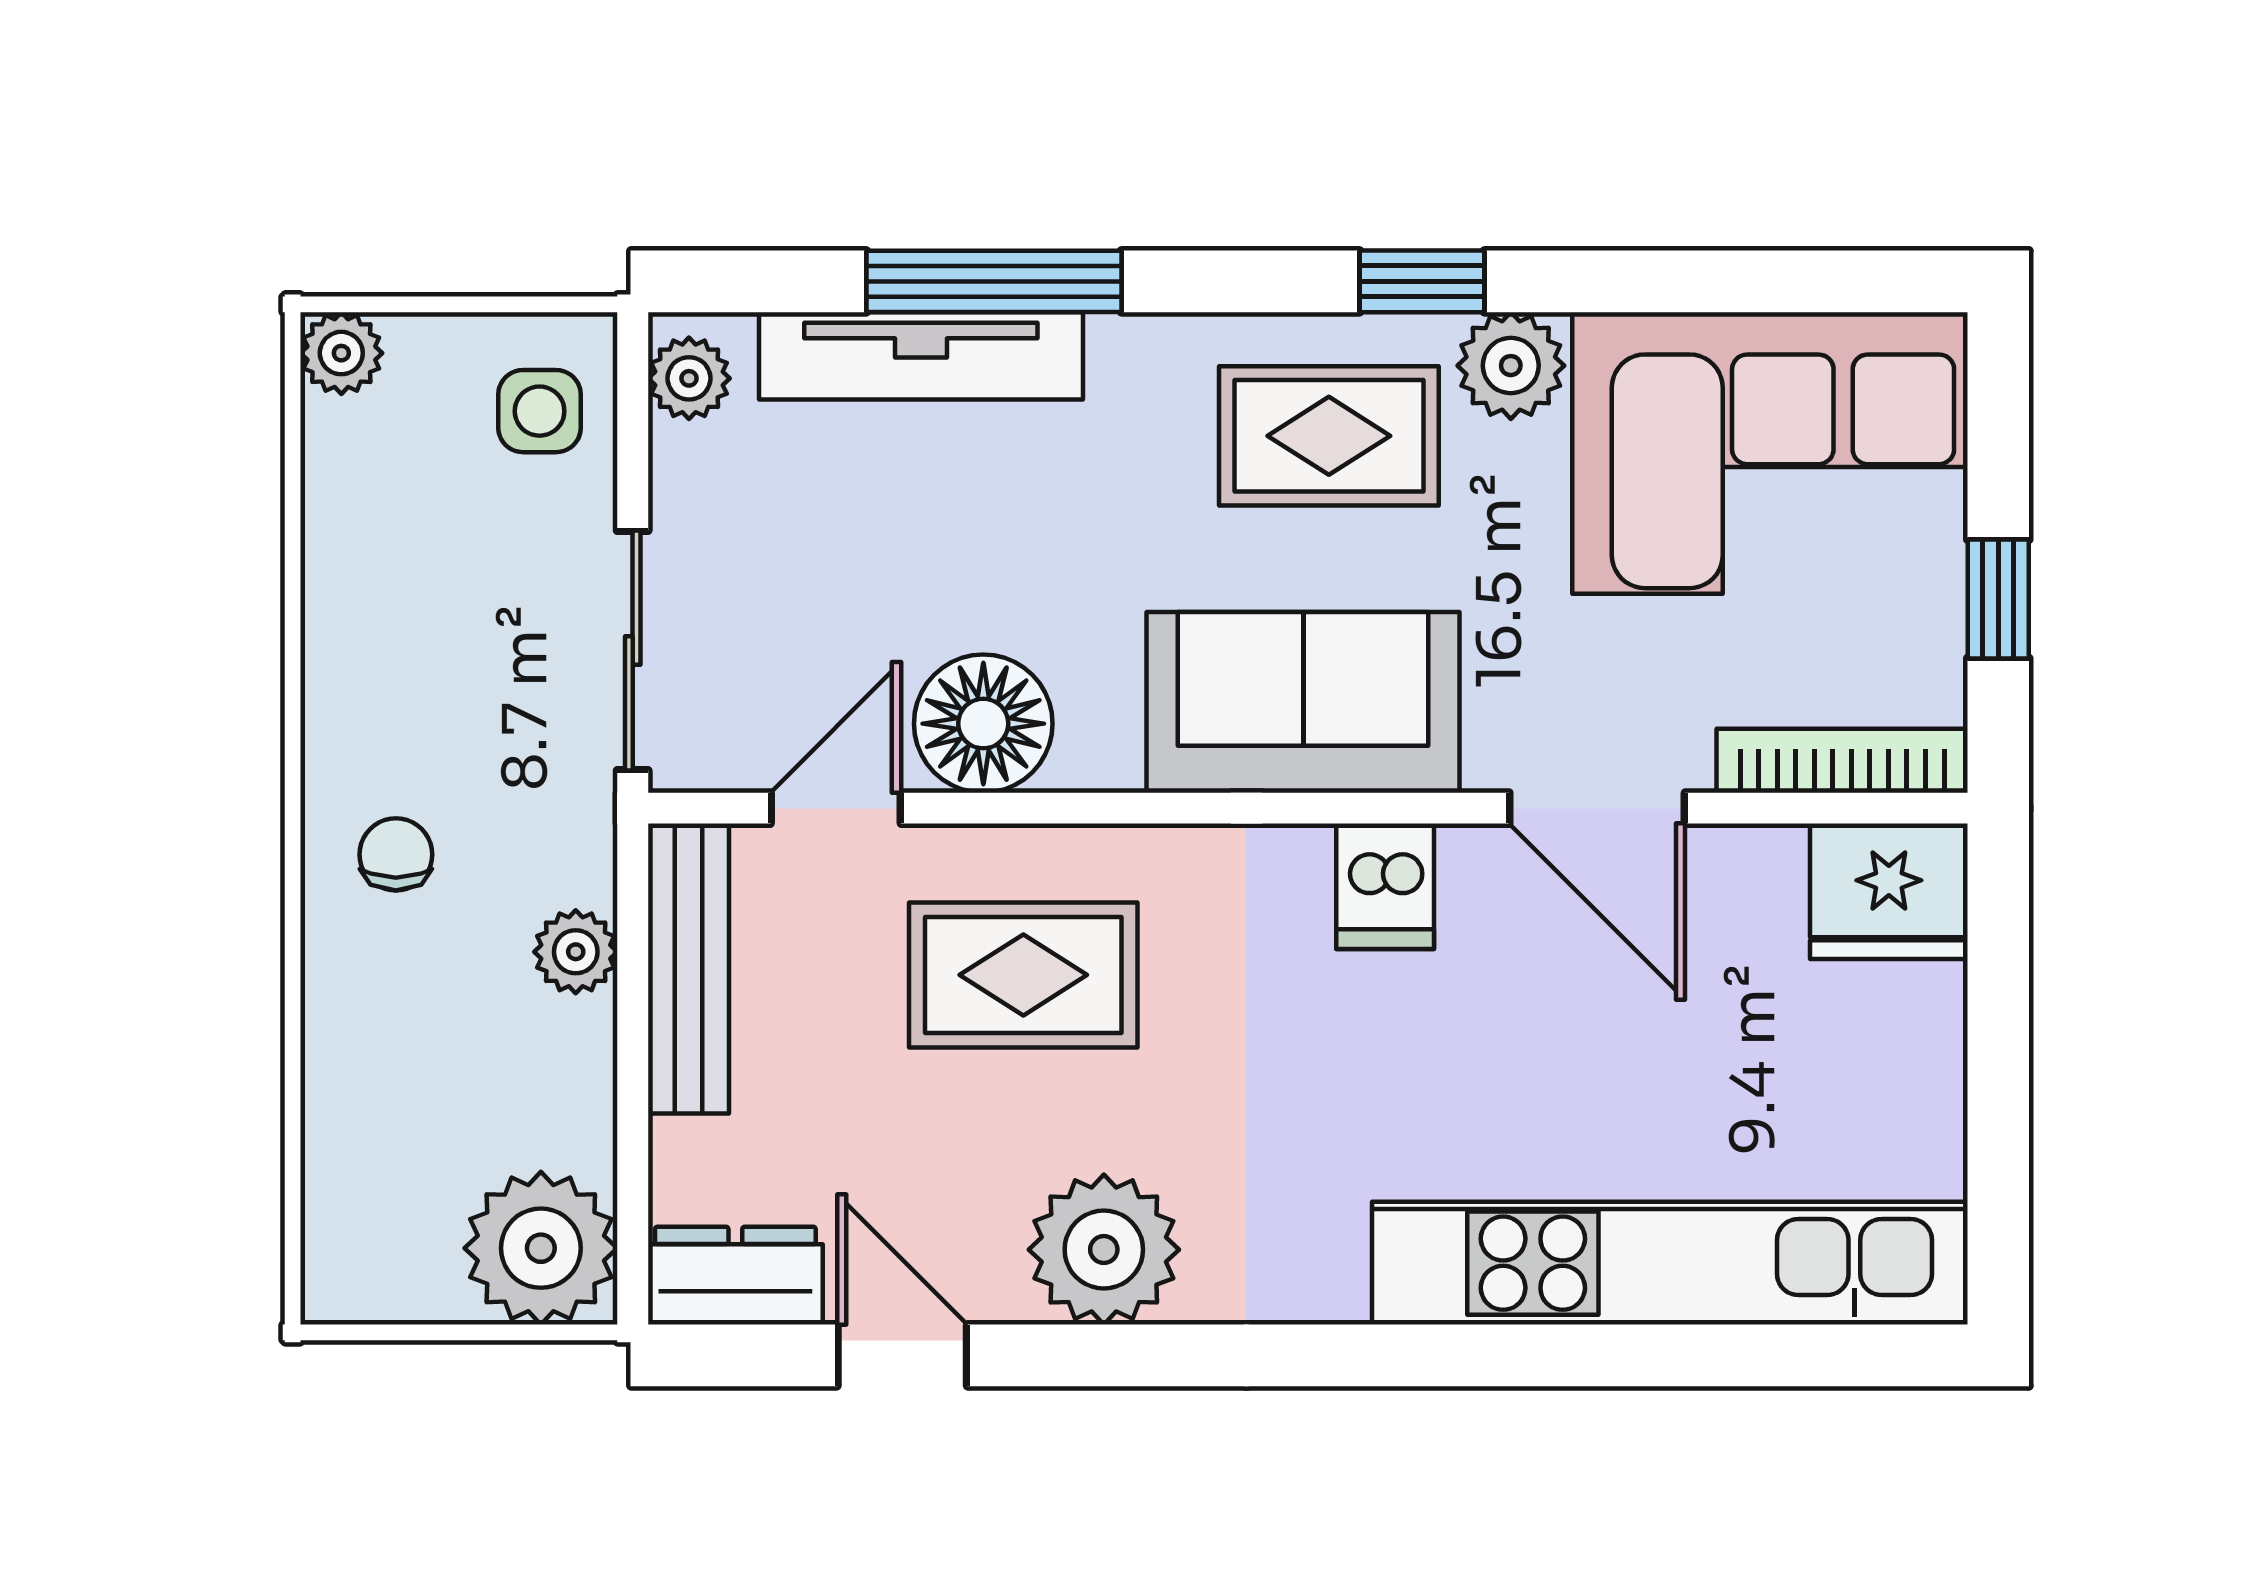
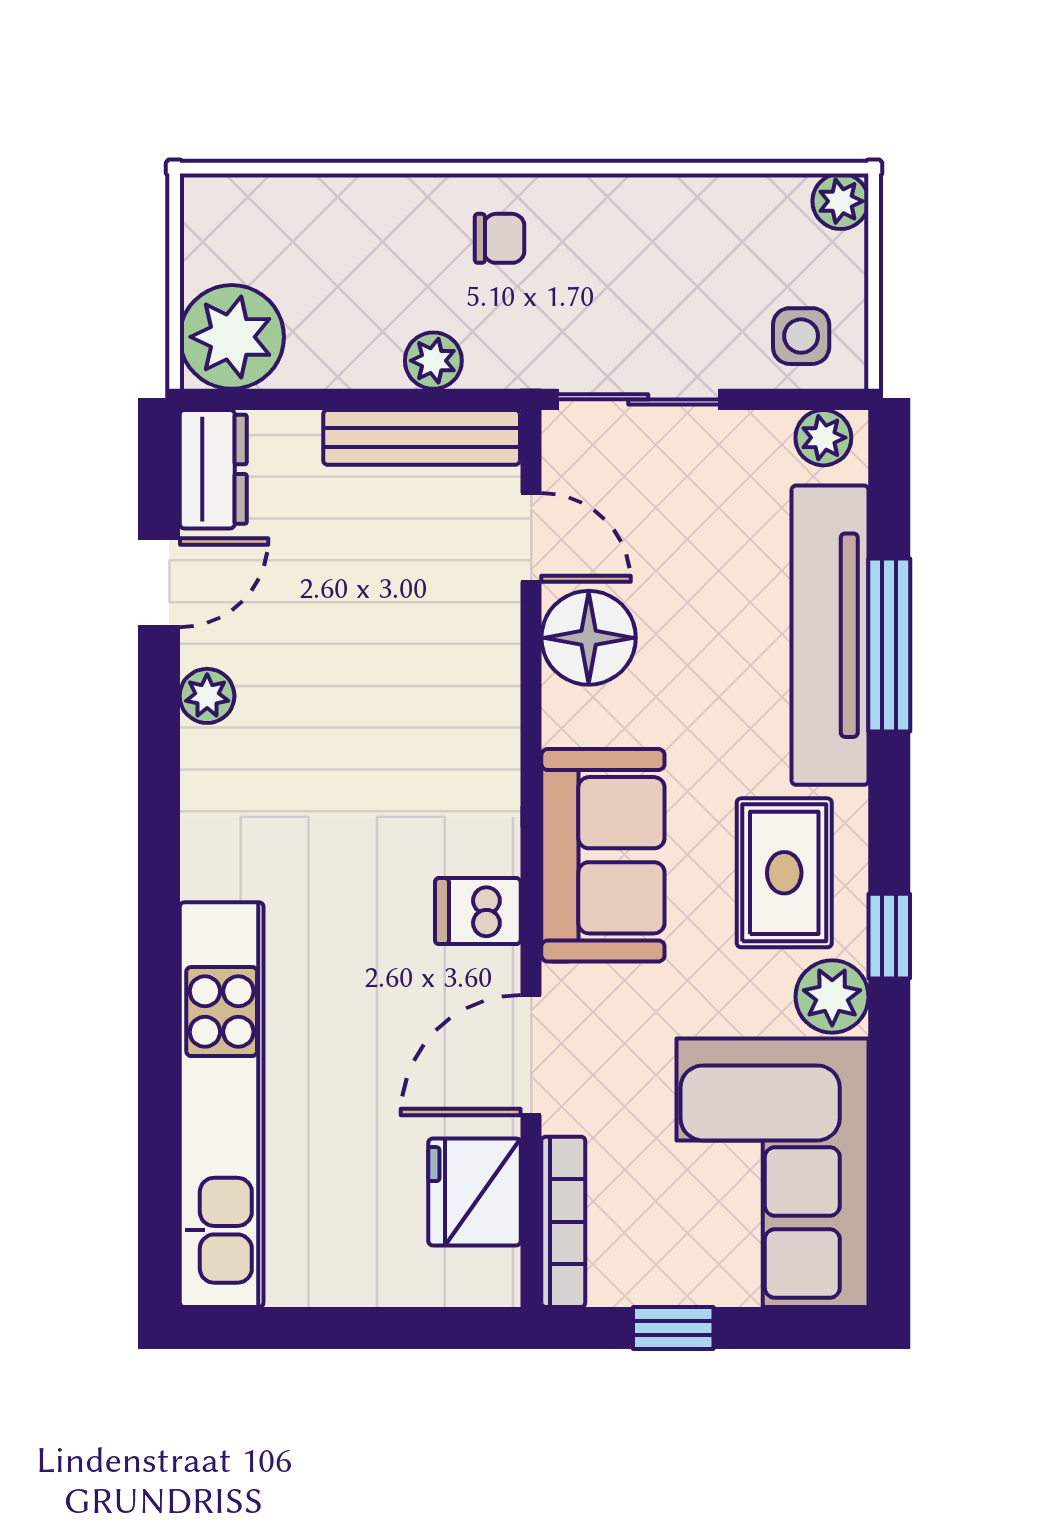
tv unit: (921, 356) -> (830, 635), width x1.36, depth x1.29
fridge: (1889, 891) -> (474, 1192), moved
rug: (1023, 975) -> (418, 665), removed
plant: (1104, 1250) -> (207, 696), width x0.53, depth x0.53

